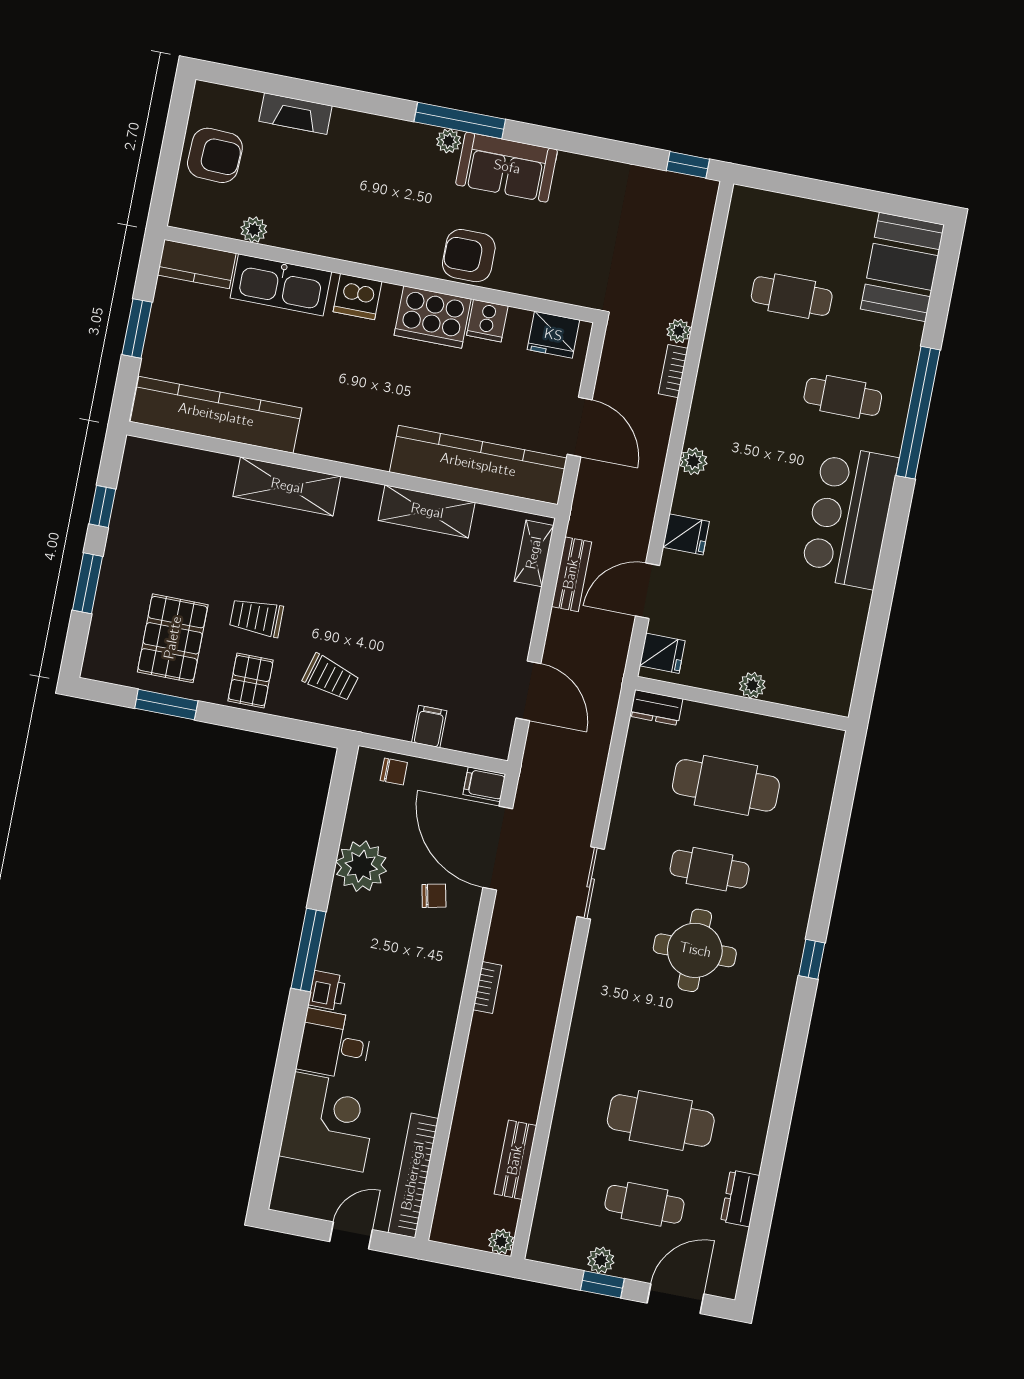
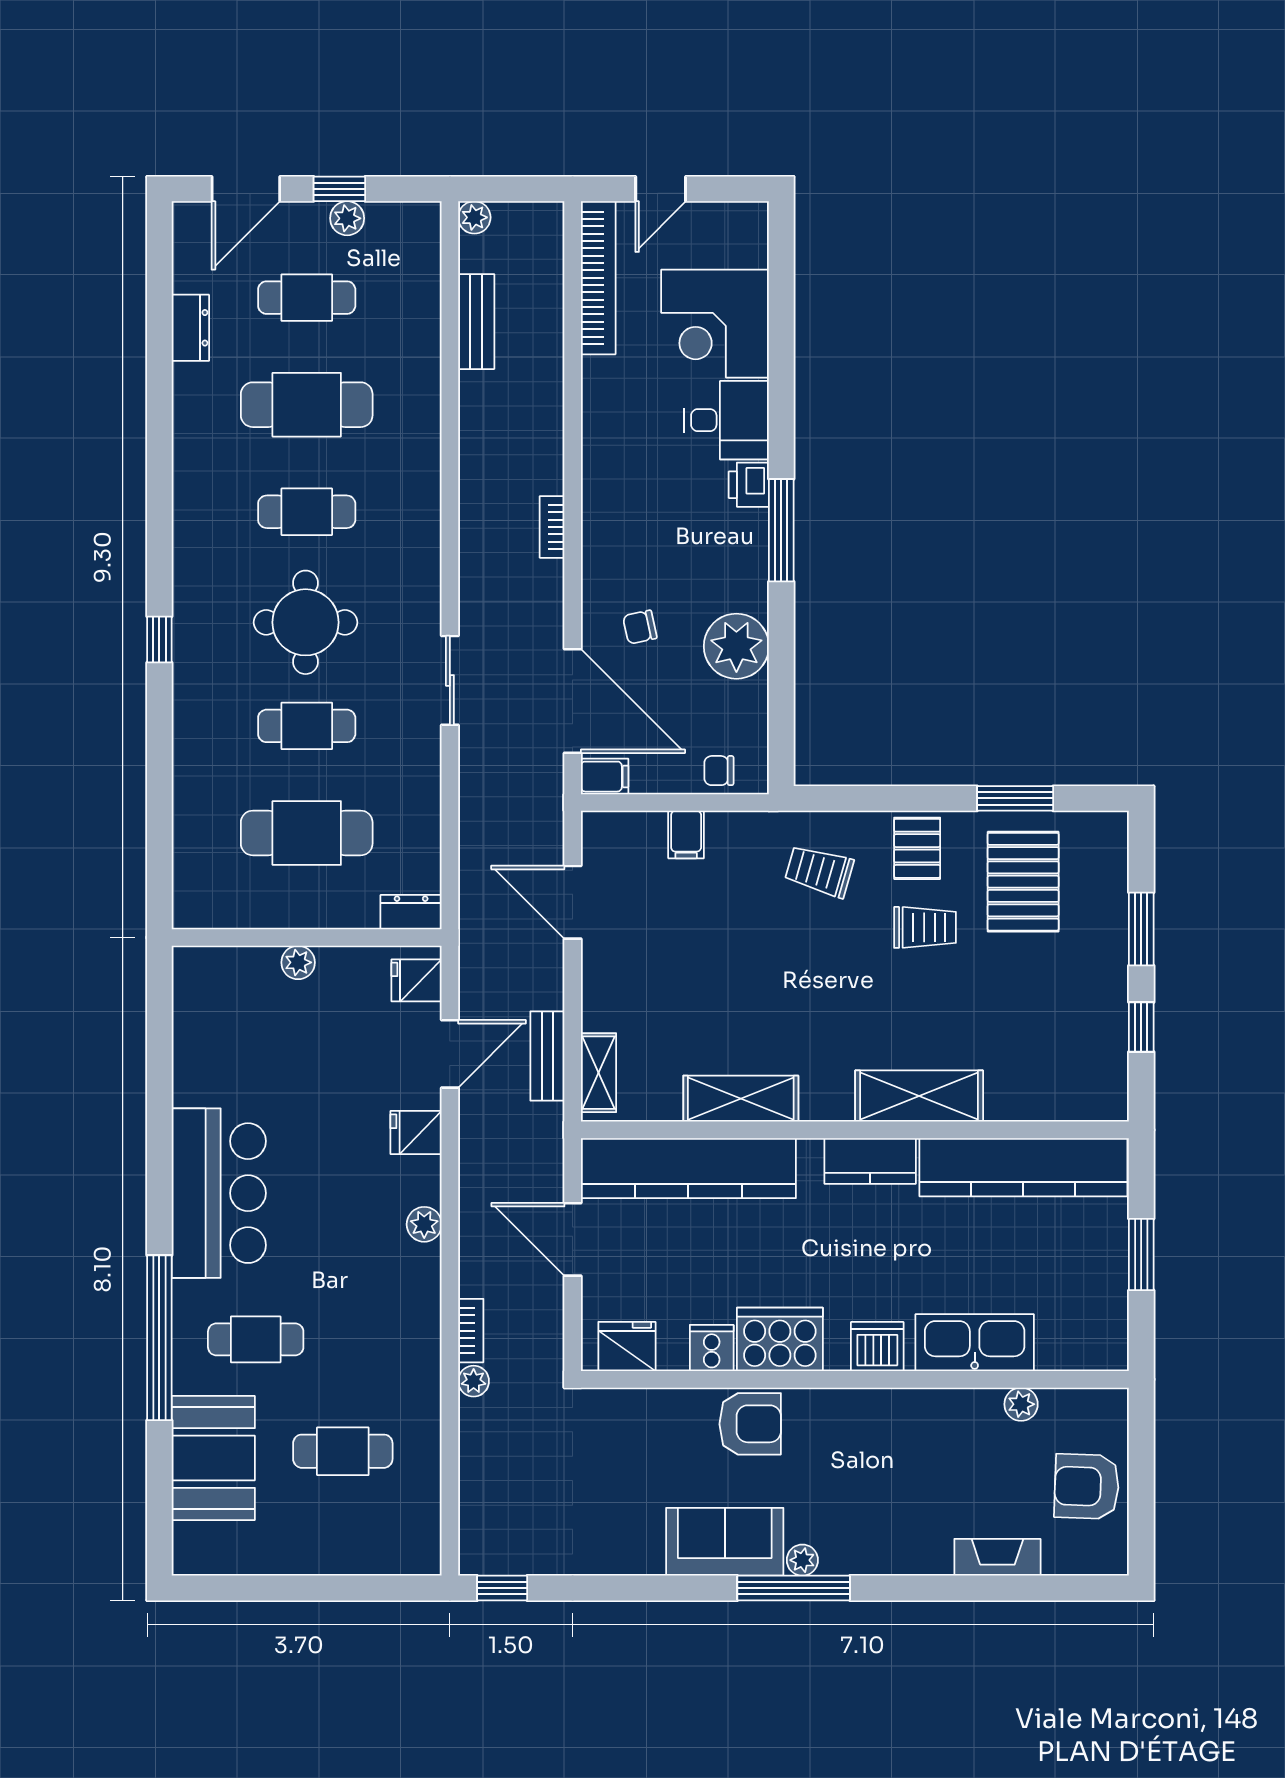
kitchen counter: (197, 264) -> (870, 1161), moved, turned 180
booth: (902, 267) -> (213, 1458), moved
cafe table: (677, 1037) -> (307, 512), added

